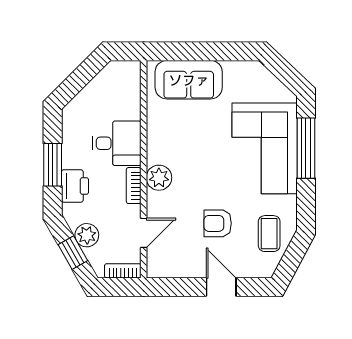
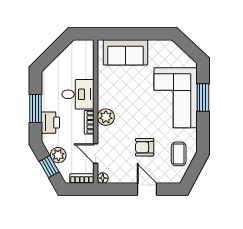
window: (306, 148) -> (203, 98), width x0.69
door: (144, 233) -> (96, 153), swing flipped
floor lamp: (154, 270) -> (103, 178), added

